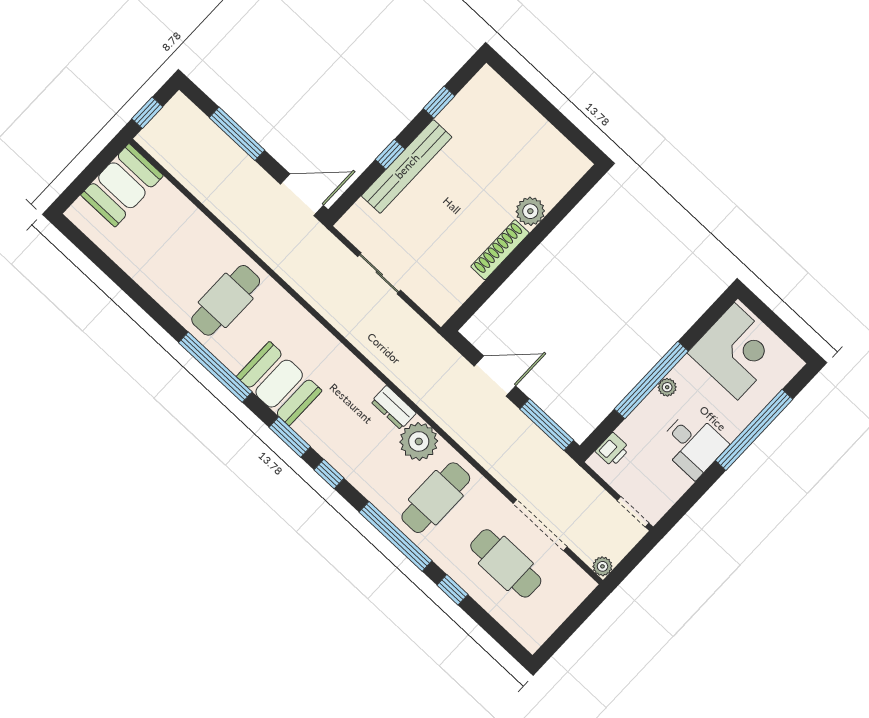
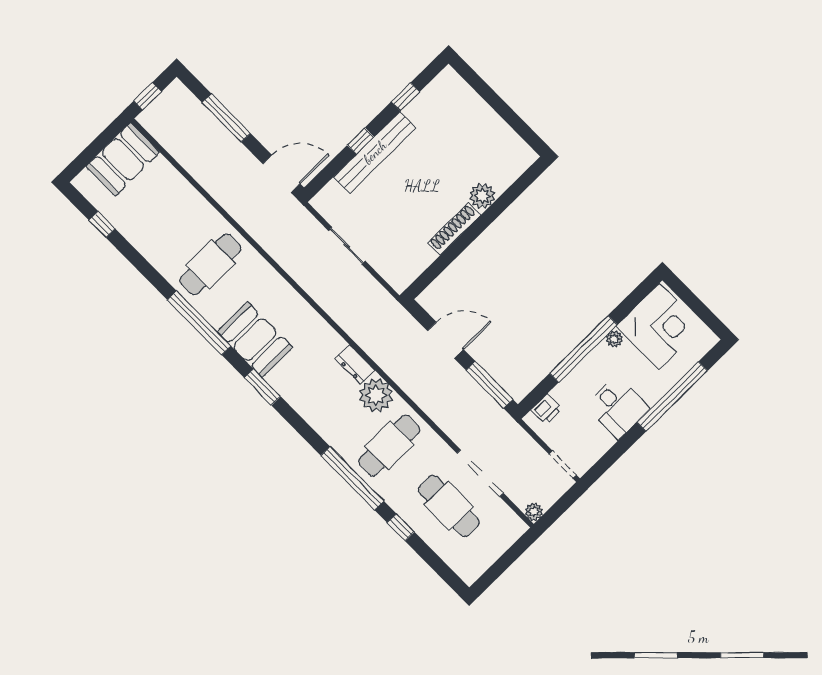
plant: (667, 387) -> (614, 339), moved
window: (329, 474) -> (102, 224), moved

